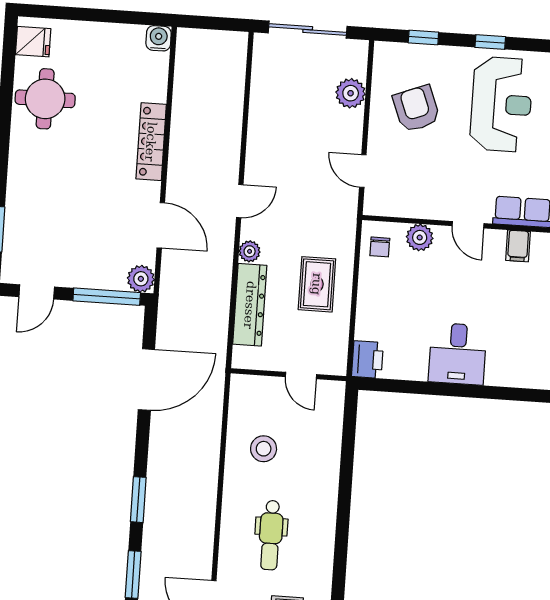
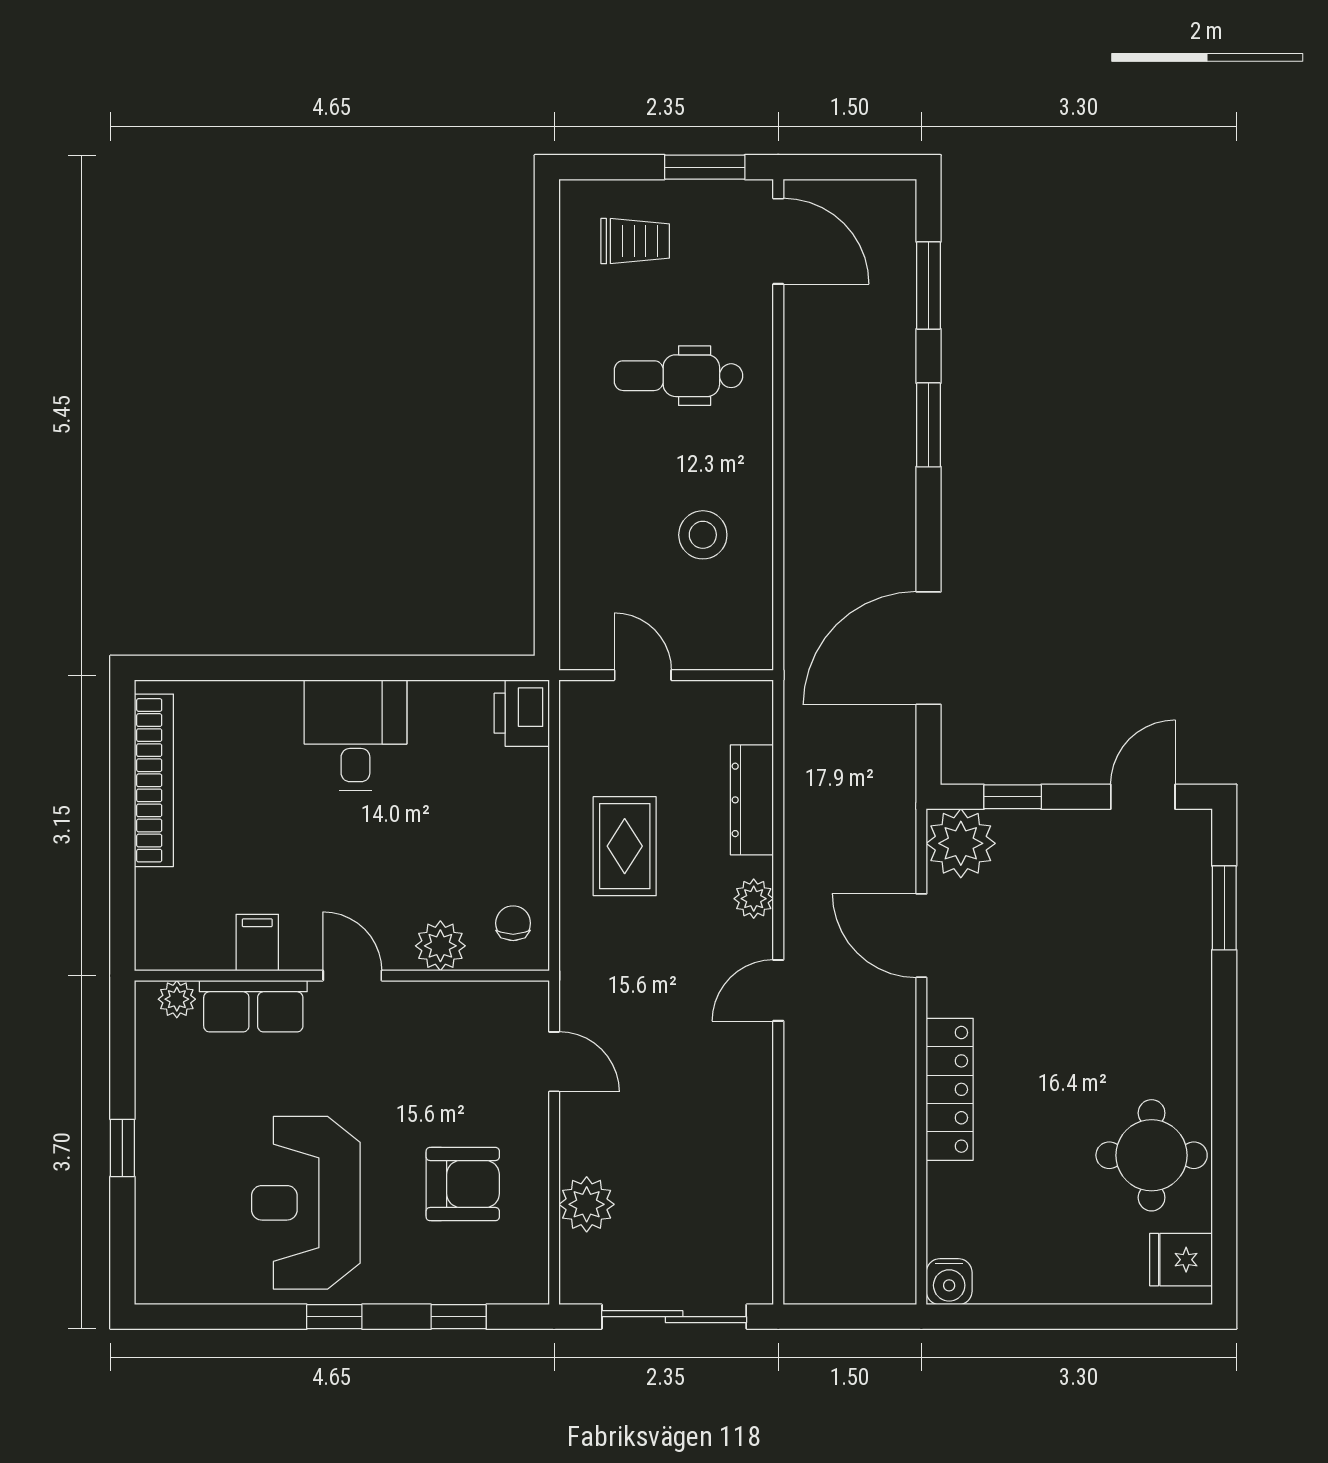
armchair: (416, 109) -> (463, 1184), turned -69
plant: (141, 279) -> (961, 843), width x1.36, depth x1.36
window: (107, 297) -> (1013, 797), width x0.46
dresser: (250, 305) -> (752, 800), width x0.73, depth x0.80
dental chair: (271, 535) -> (679, 376), turned -90

